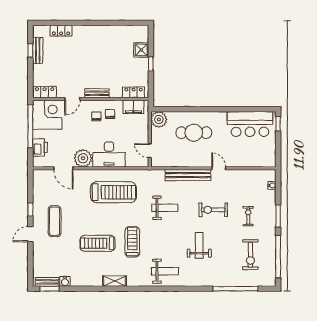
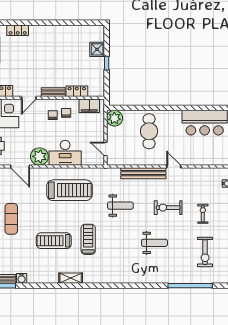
locker: (134, 92) -> (77, 91), moved
cafe table: (194, 133) -> (149, 131), turned 90
weight bench: (199, 245) -> (154, 243), turned 90
weight bench: (165, 271) -> (121, 268), removed

